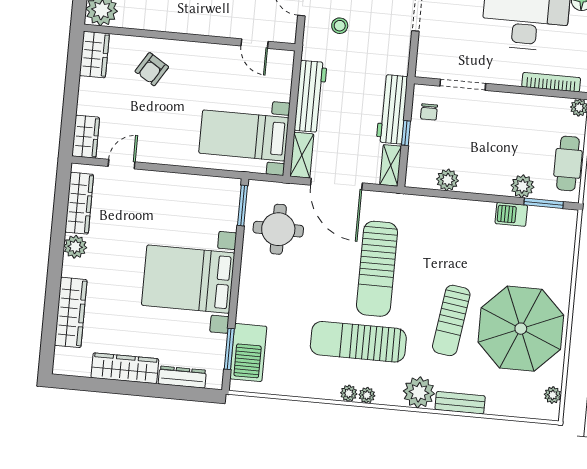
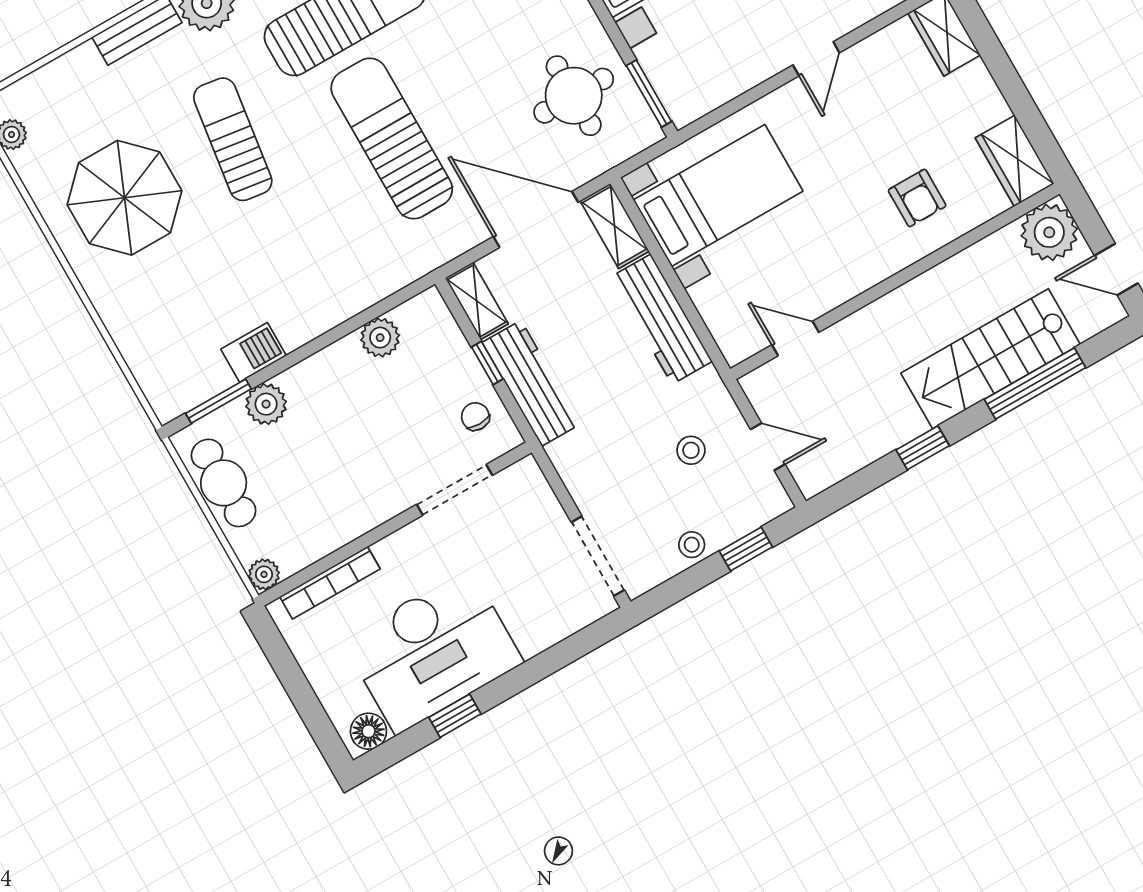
armchair: (152, 69) -> (917, 198), turned 148
door: (122, 164) -> (816, 59), moved
parasol: (521, 329) -> (125, 198), width x0.73, depth x0.73

